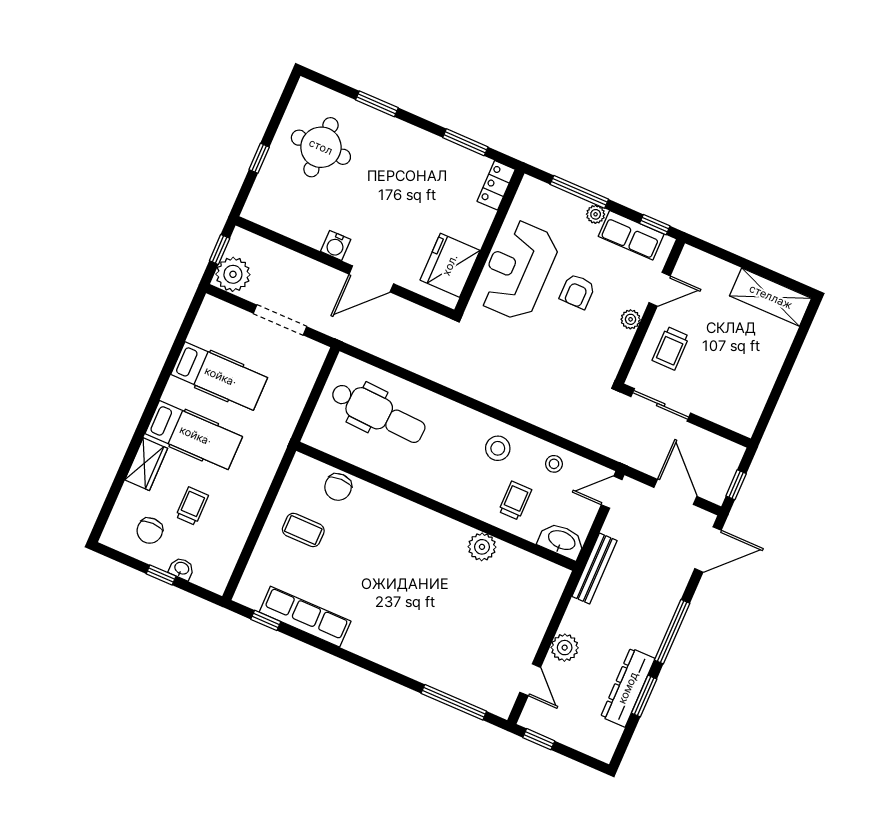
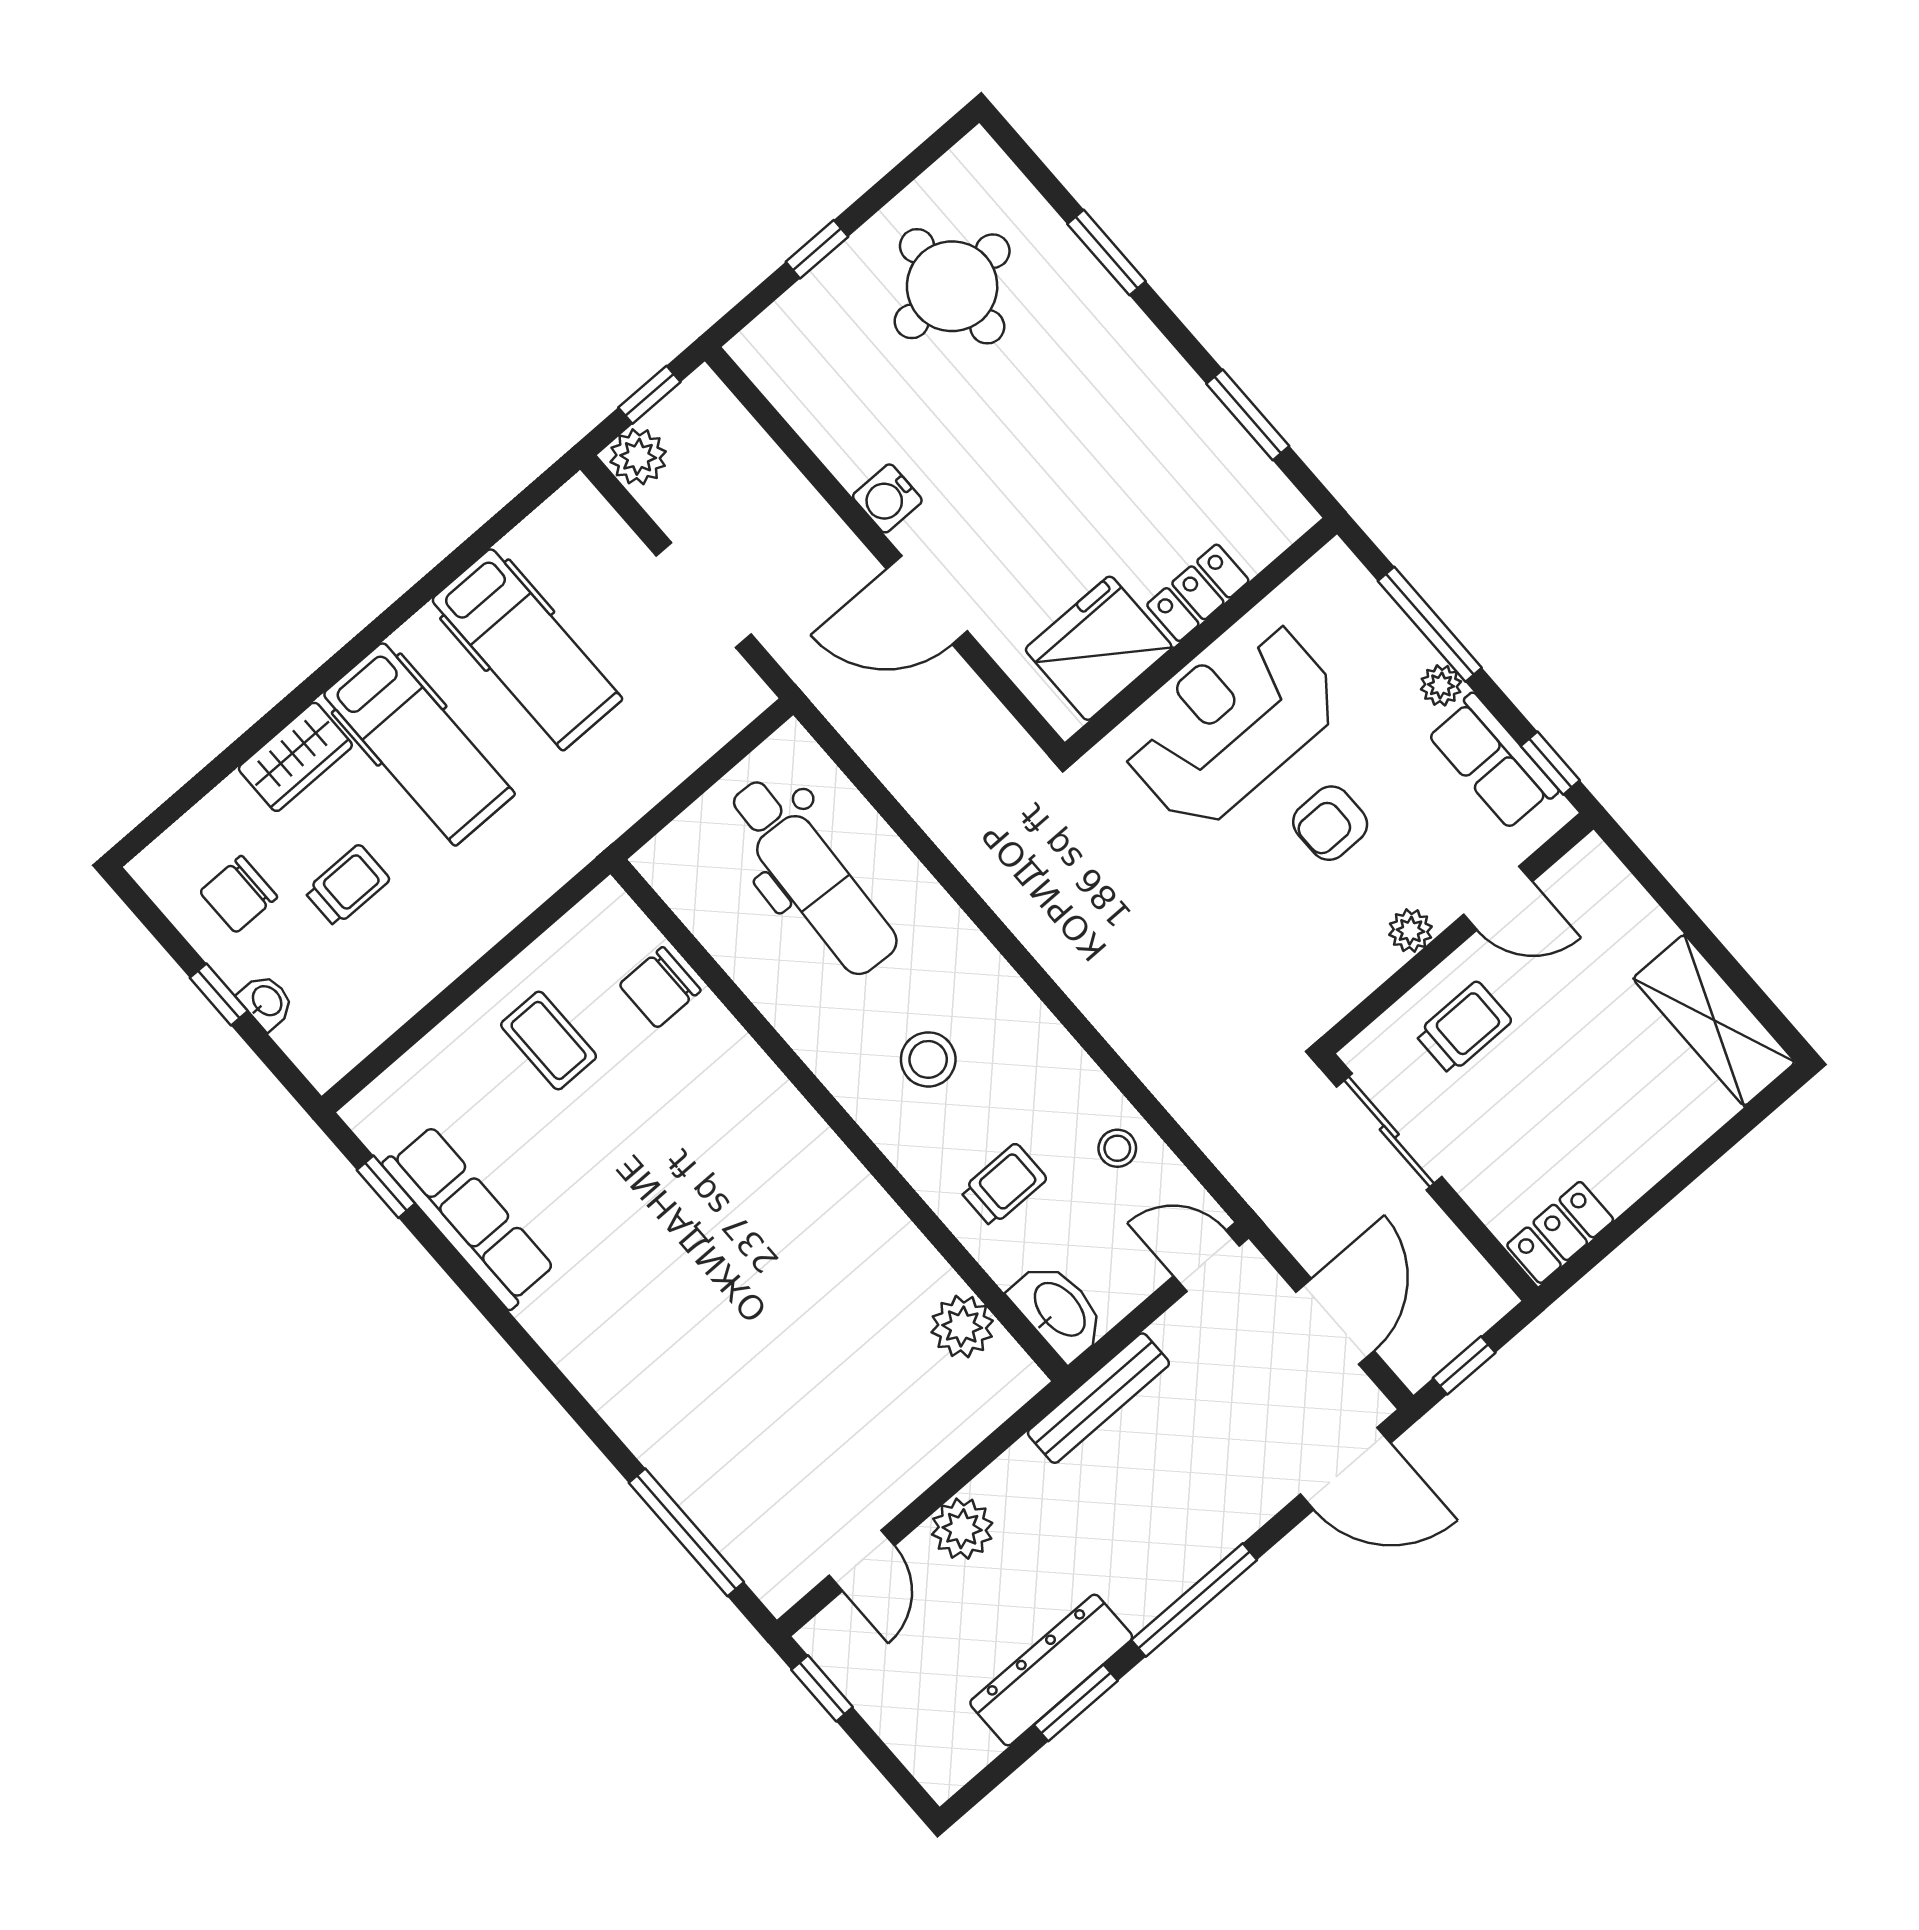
locker: (496, 185) -> (1198, 593), moved
plant: (233, 274) -> (638, 457), width x0.73, depth x0.73
trolley: (671, 348) -> (1464, 1028), turned 180
locker: (749, 412) -> (1560, 1232), added
stool: (498, 448) -> (928, 1059), moved
plant: (482, 547) -> (962, 1327), moved

